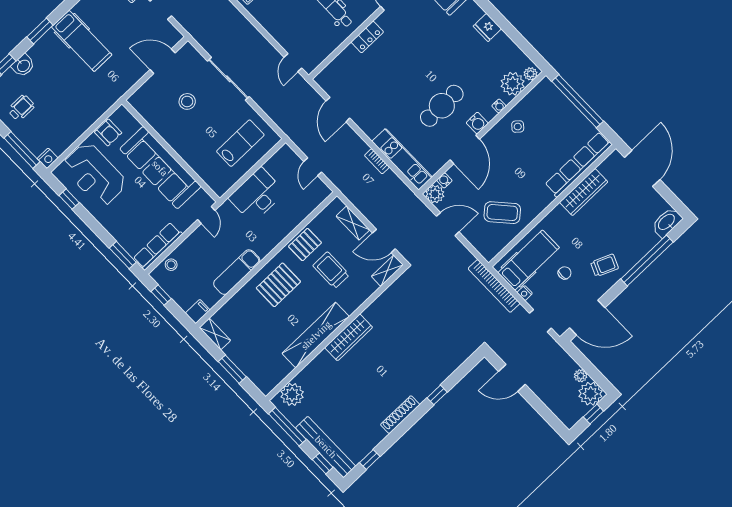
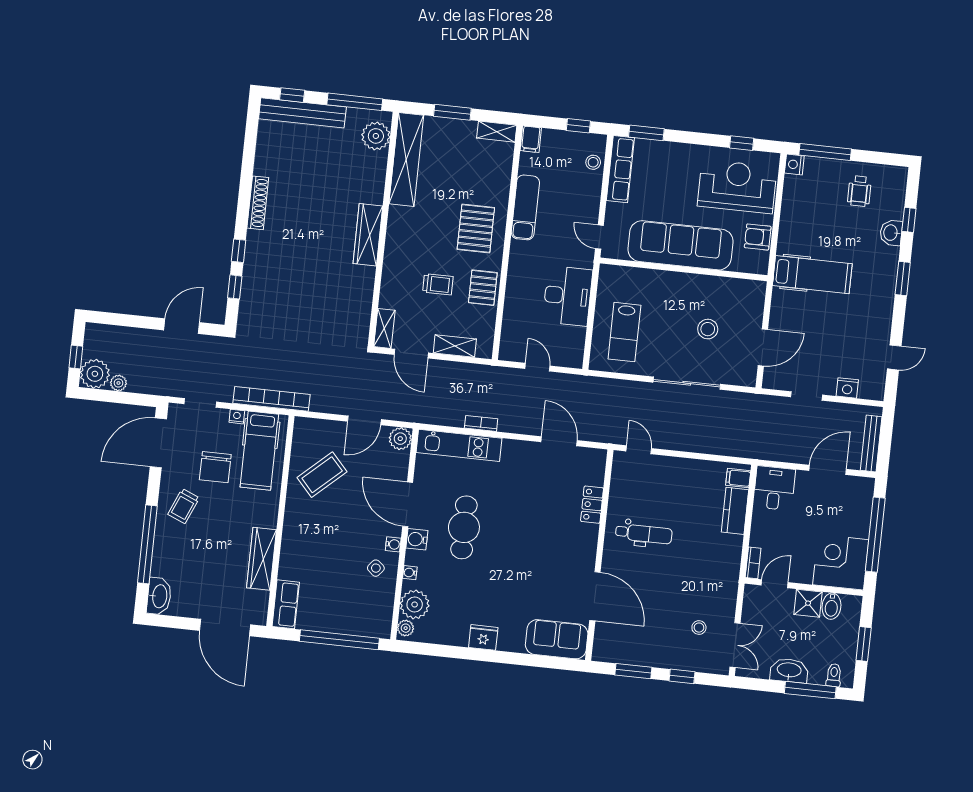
locker: (367, 37) -> (592, 505), moved
hospital bed: (82, 41) -> (812, 275), moved, turned 180
row of seats: (578, 165) -> (286, 604), width x0.50
water cooler: (444, 180) -> (393, 544), moved
door: (384, 241) -> (411, 354), swing flipped
trolley: (331, 270) -> (438, 284), width x0.73, depth x0.72
chair: (565, 273) -> (215, 467), width x1.87, depth x1.87
shelving: (316, 335) -> (406, 159), moved
window: (370, 460) -> (235, 287), moved

